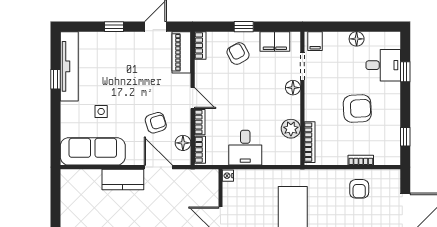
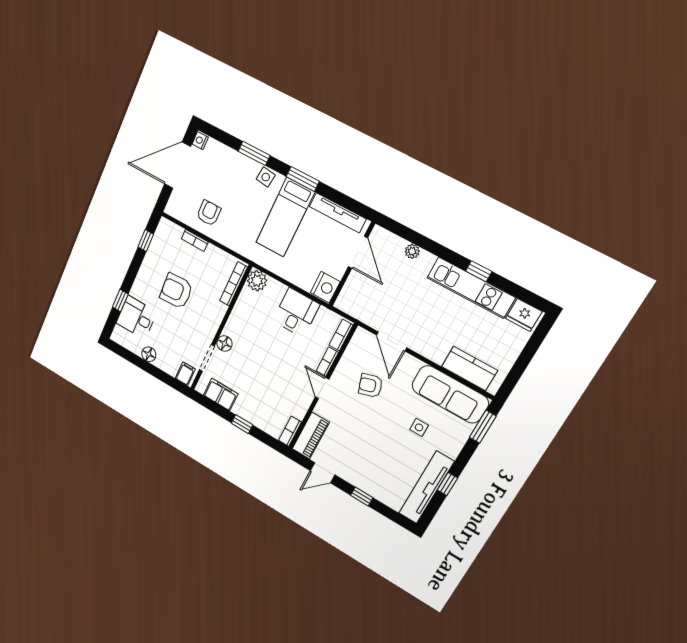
armchair: (238, 54) -> (259, 404), removed
plant: (291, 129) -> (257, 281), moved
window: (55, 141) -> (483, 427), added
floor lamp: (183, 143) -> (354, 351), removed
nightstand: (228, 176) -> (325, 287), width x1.89, depth x1.79
kitchen counter: (123, 179) -> (469, 368), moved

